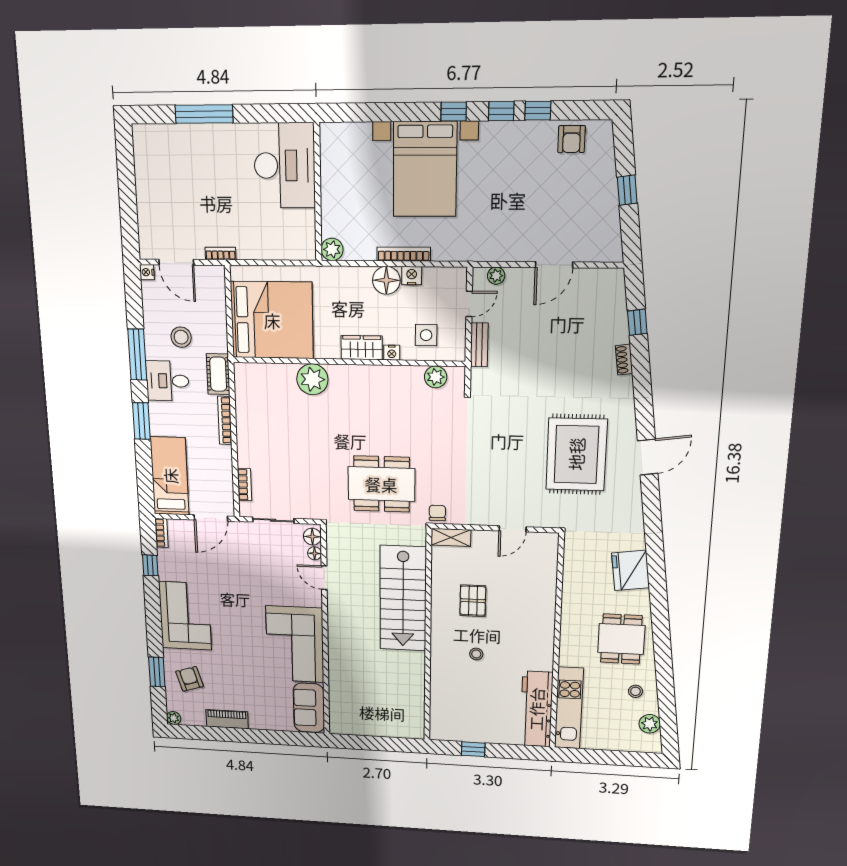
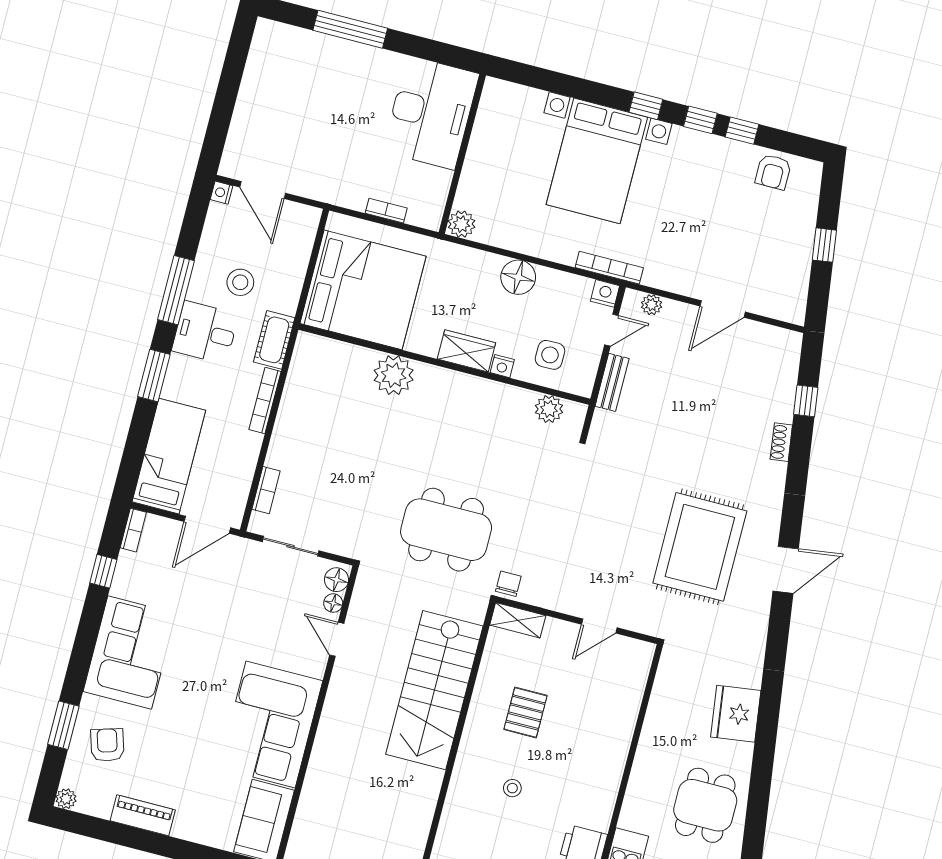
bookcase: (221, 254) -> (386, 211), moved
bookcase: (404, 254) -> (609, 268), moved
nightstand: (412, 276) -> (605, 293), moved

